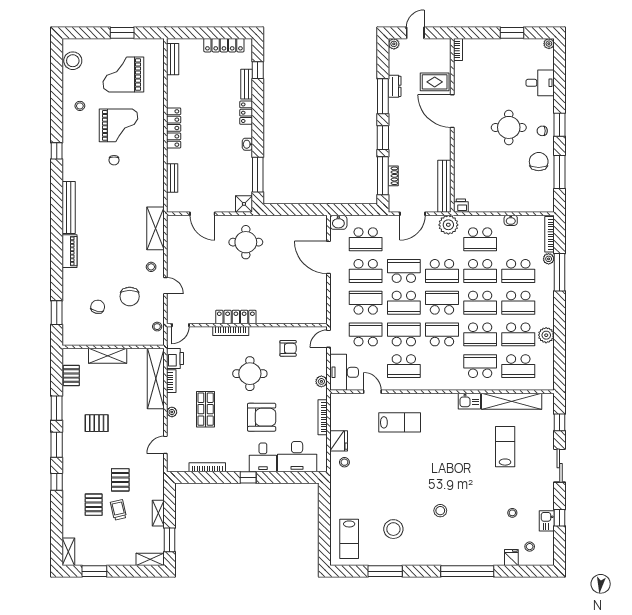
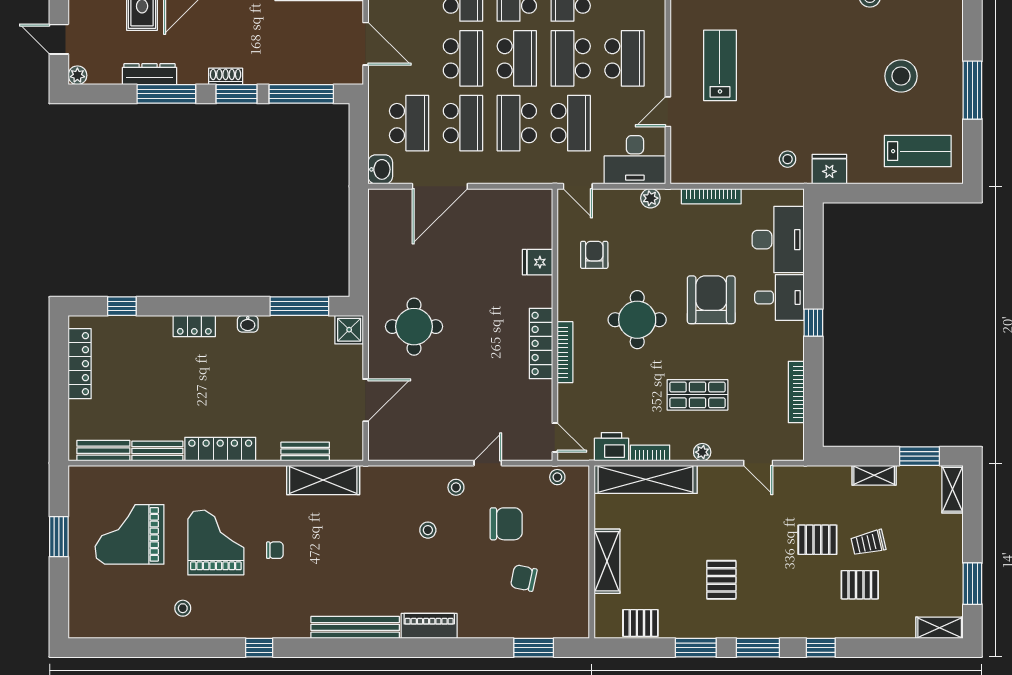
stool: (73, 61) -> (428, 530), moved, width x0.53, depth x0.53
grand piano: (123, 75) -> (129, 534), turned 90
bench: (247, 84) -> (157, 451), moved
dresser: (395, 86) -> (149, 74), width x1.44
shoe rack: (393, 176) -> (226, 76), moved
shelving: (155, 228) -> (323, 480), moved
school desk: (404, 271) -> (463, 58), turned 180
fridge: (284, 315) -> (537, 262), added
school desk: (366, 334) -> (571, 123), turned 180
fridge: (339, 441) -> (829, 169), moved

